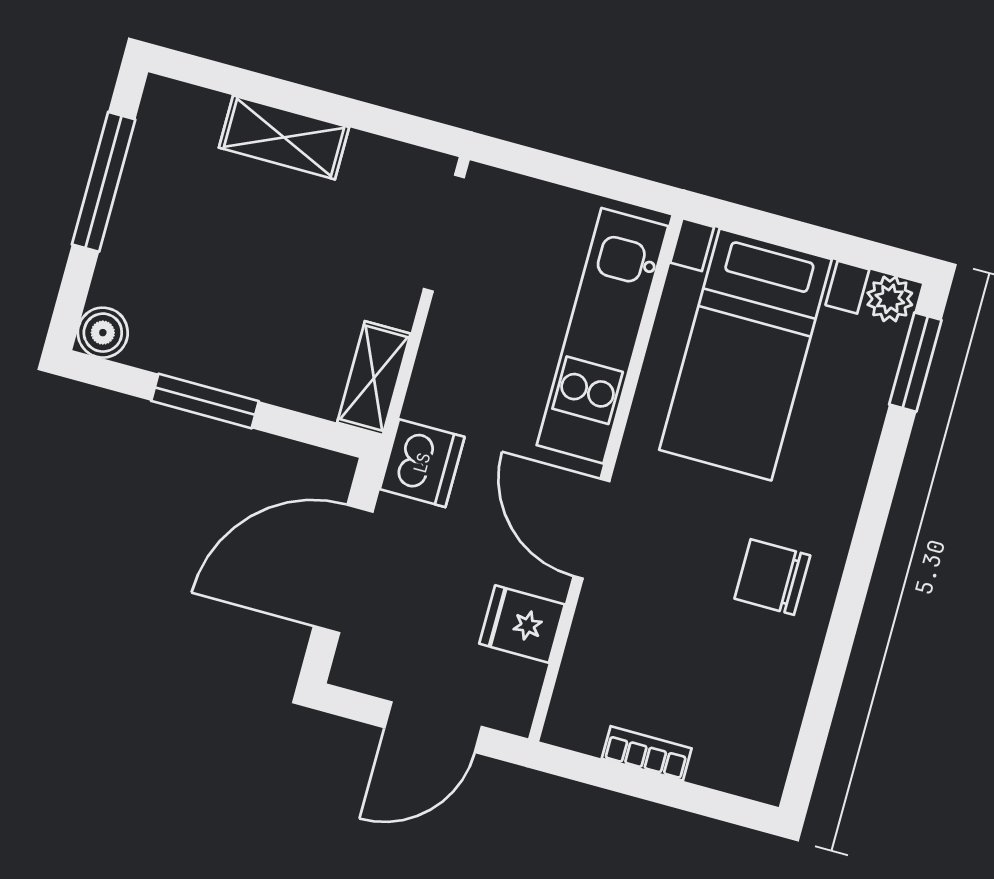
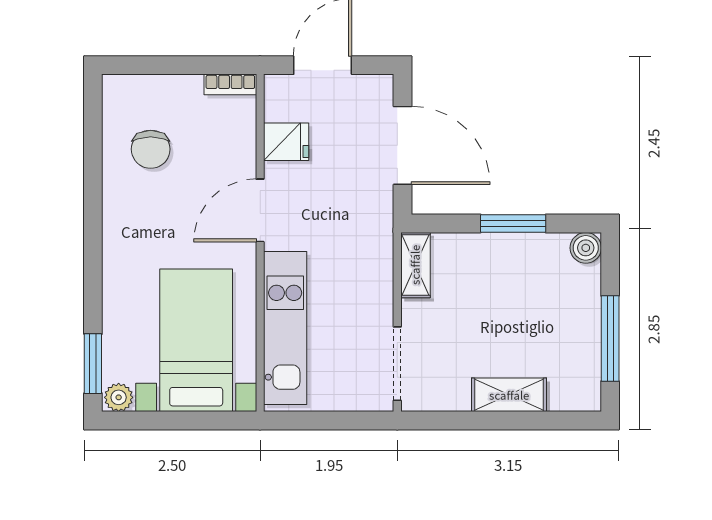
dishwasher: (422, 463) -> (373, 222), removed
door: (592, 529) -> (260, 210), swing flipped
door: (343, 569) -> (403, 145), hinge flipped
chair: (772, 577) -> (151, 149), moved, turned 90
bookcase: (647, 753) -> (230, 84), moved

